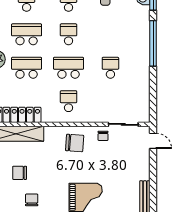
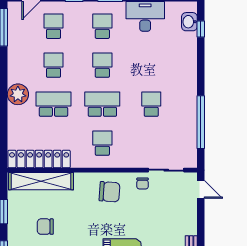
school desk: (27, 34) -> (53, 65), width x0.54
window: (153, 43) -> (201, 122), moved

